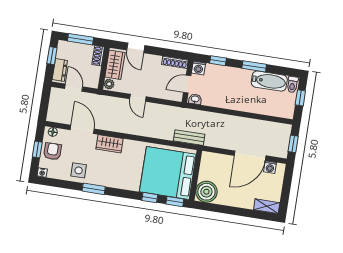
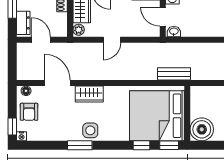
door: (187, 84) -> (163, 17), hinge flipped
door: (138, 98) -> (112, 40), hinge flipped
window: (37, 150) -> (12, 126), moved
armchair: (53, 151) -> (29, 112), turned 180
side table: (79, 170) -> (90, 130), moved

